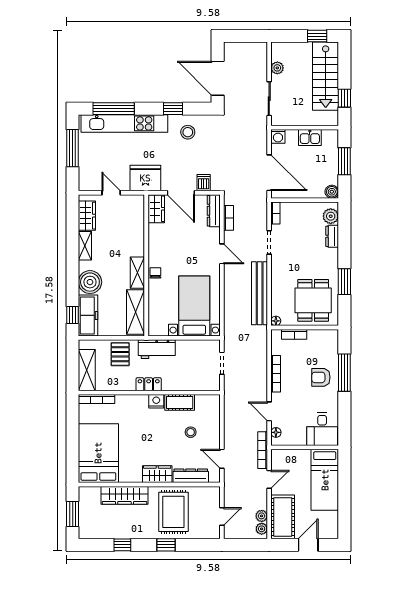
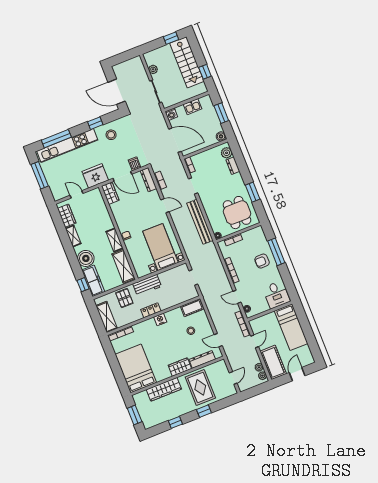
cot: (180, 402) -> (192, 308), moved

